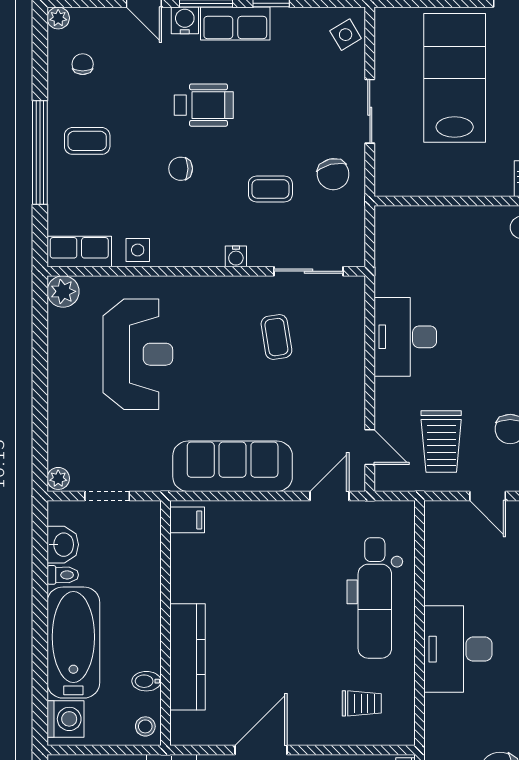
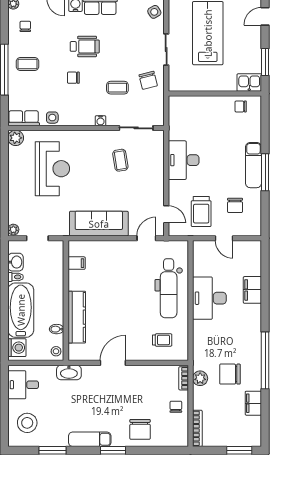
filing cabinet: (187, 520) -> (77, 263), moved
desk: (458, 649) -> (209, 298), moved

